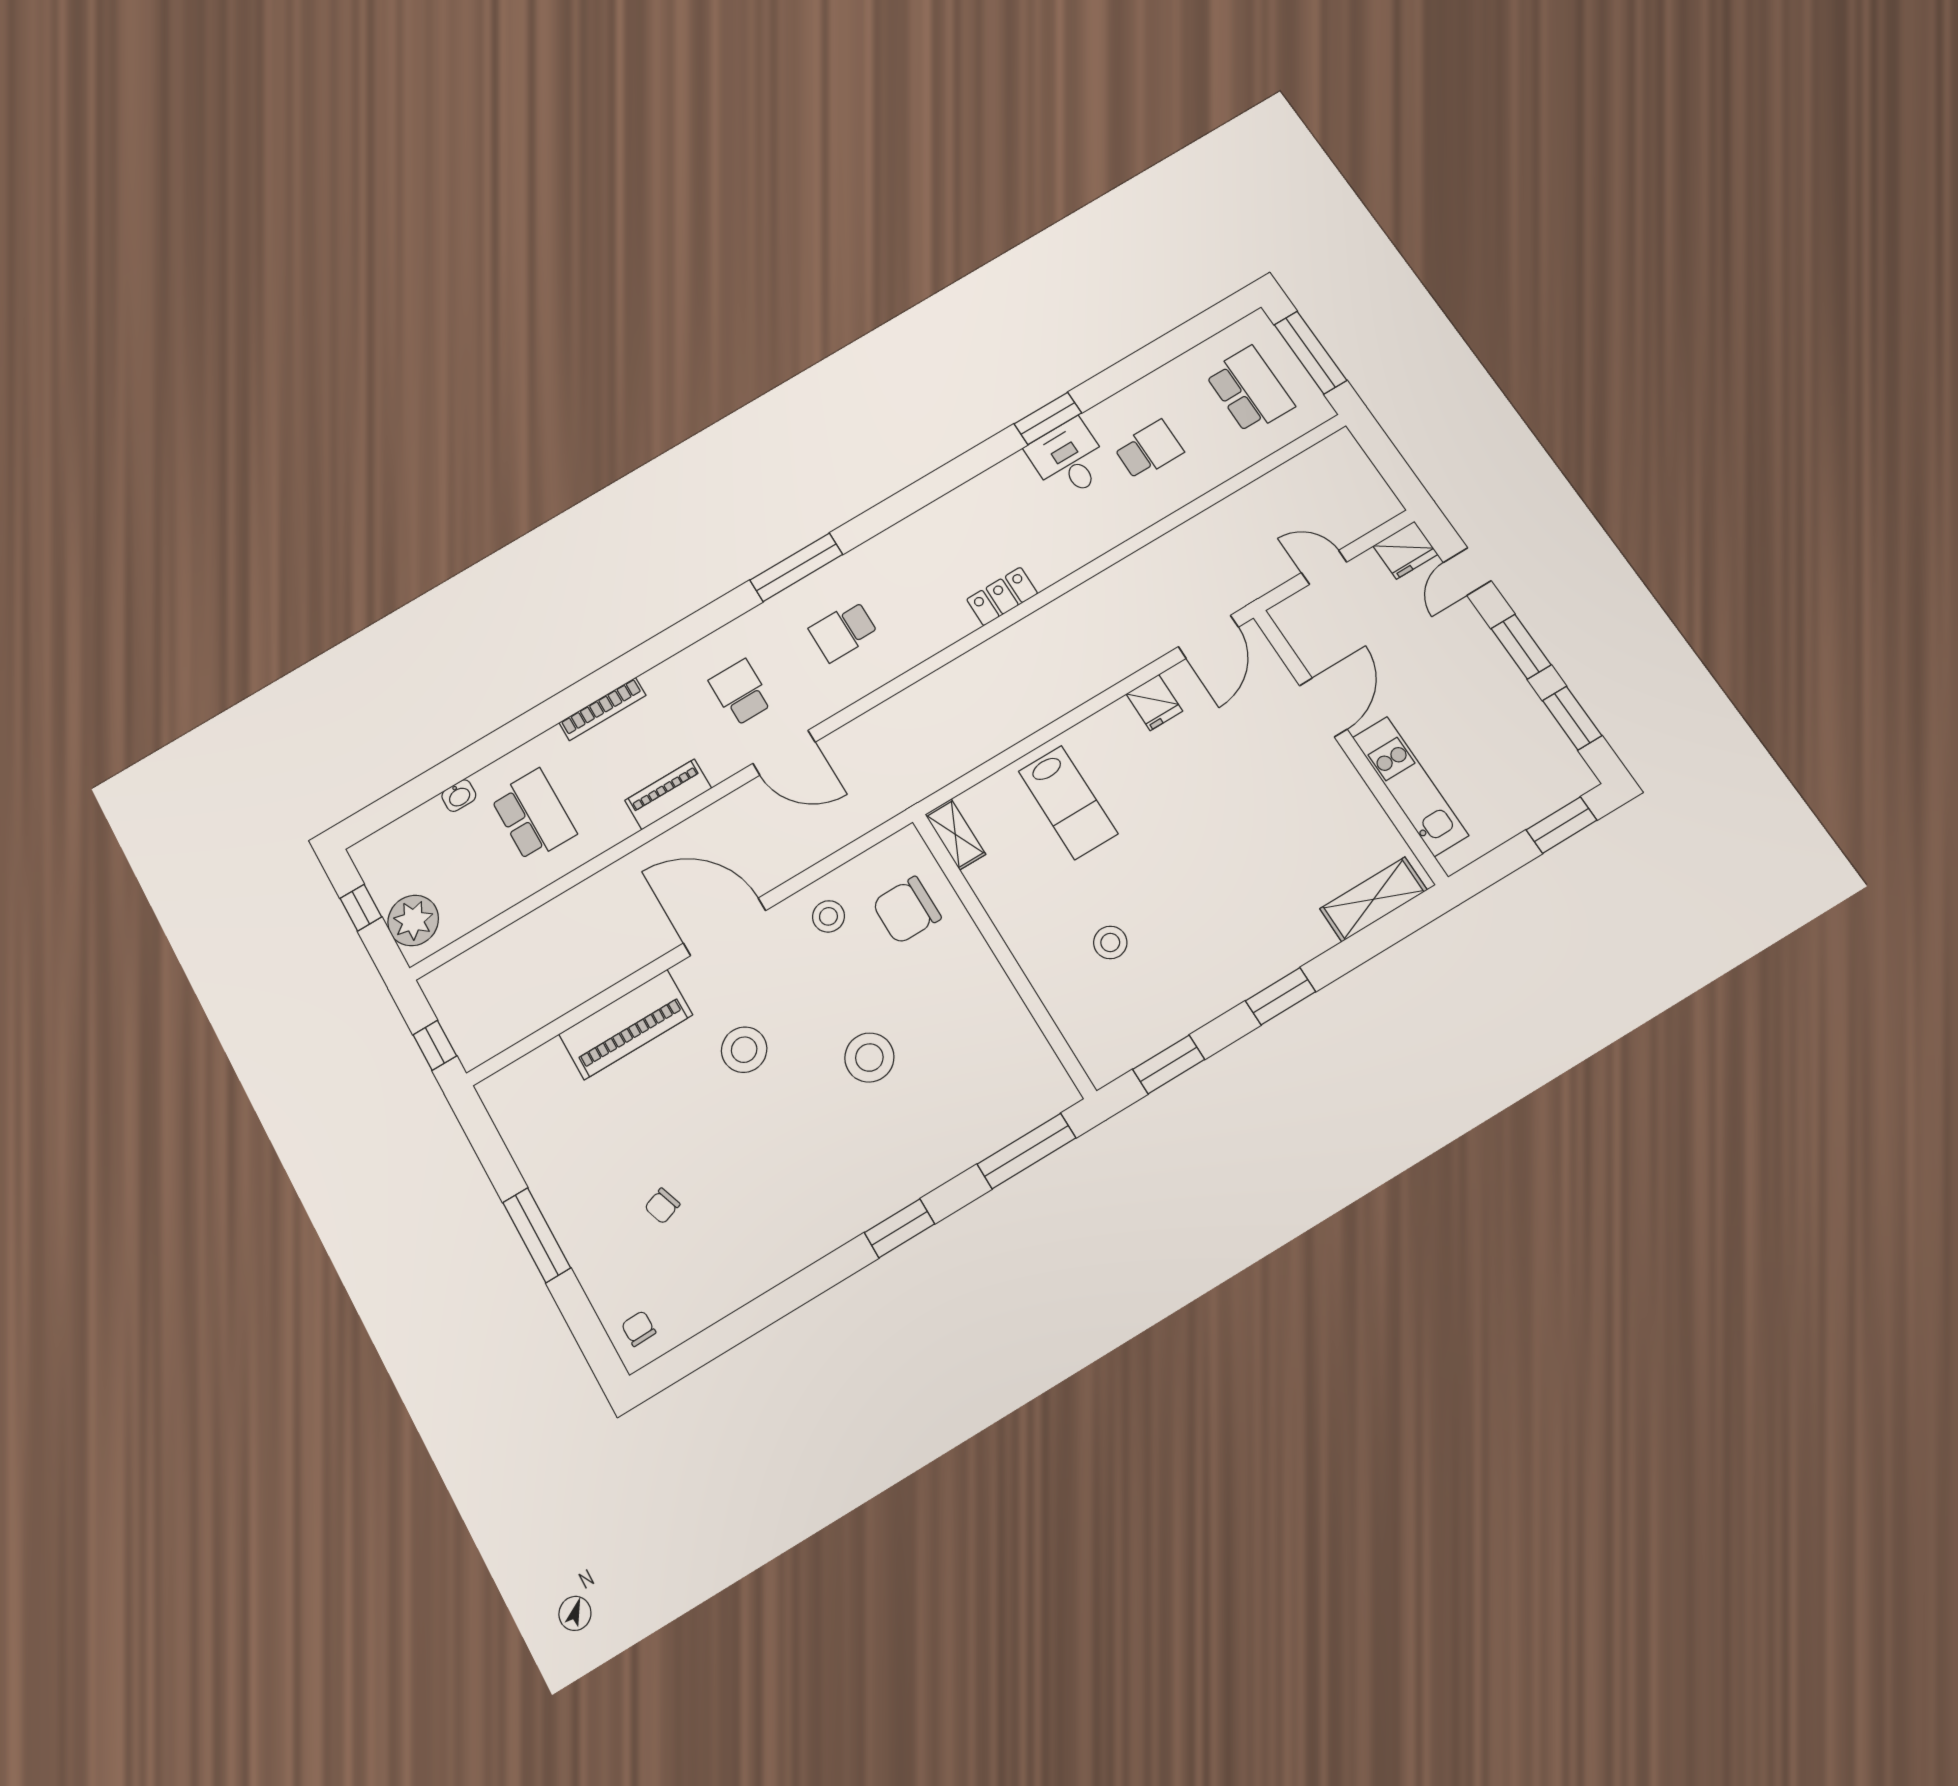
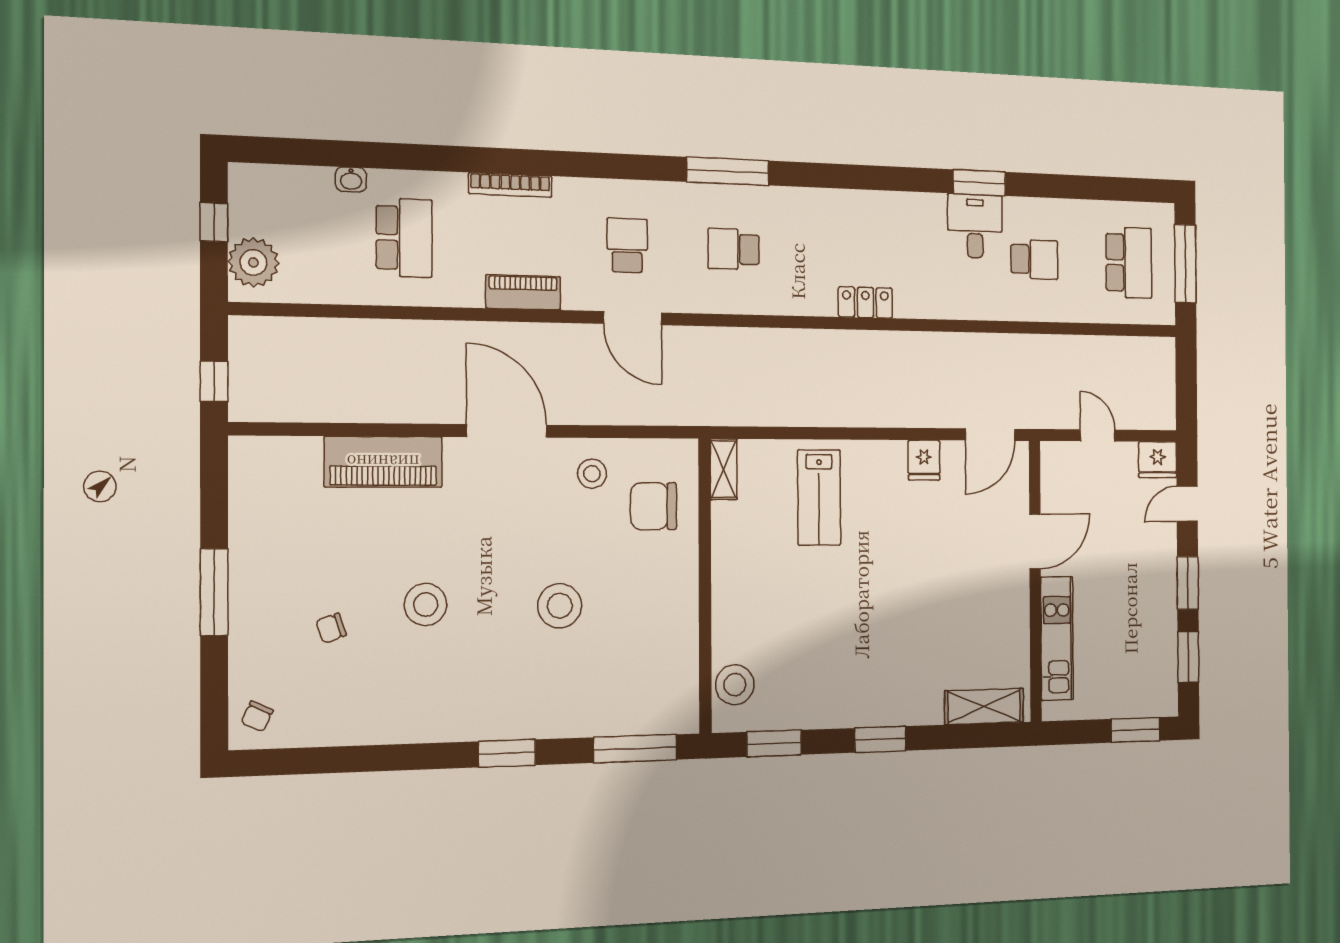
stool: (1110, 942) -> (735, 685), moved, width x1.38, depth x1.38
stool: (744, 1050) -> (426, 604), moved
chair: (639, 1329) -> (257, 716), turned -153

